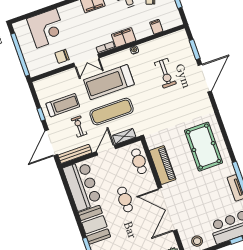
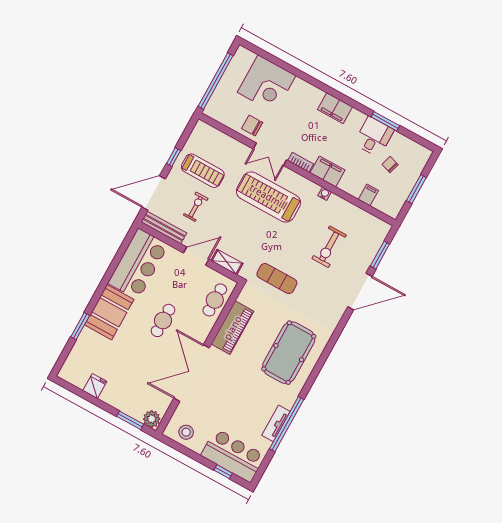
exercise mat: (112, 112) -> (277, 279), moved, width x0.73, depth x0.69

